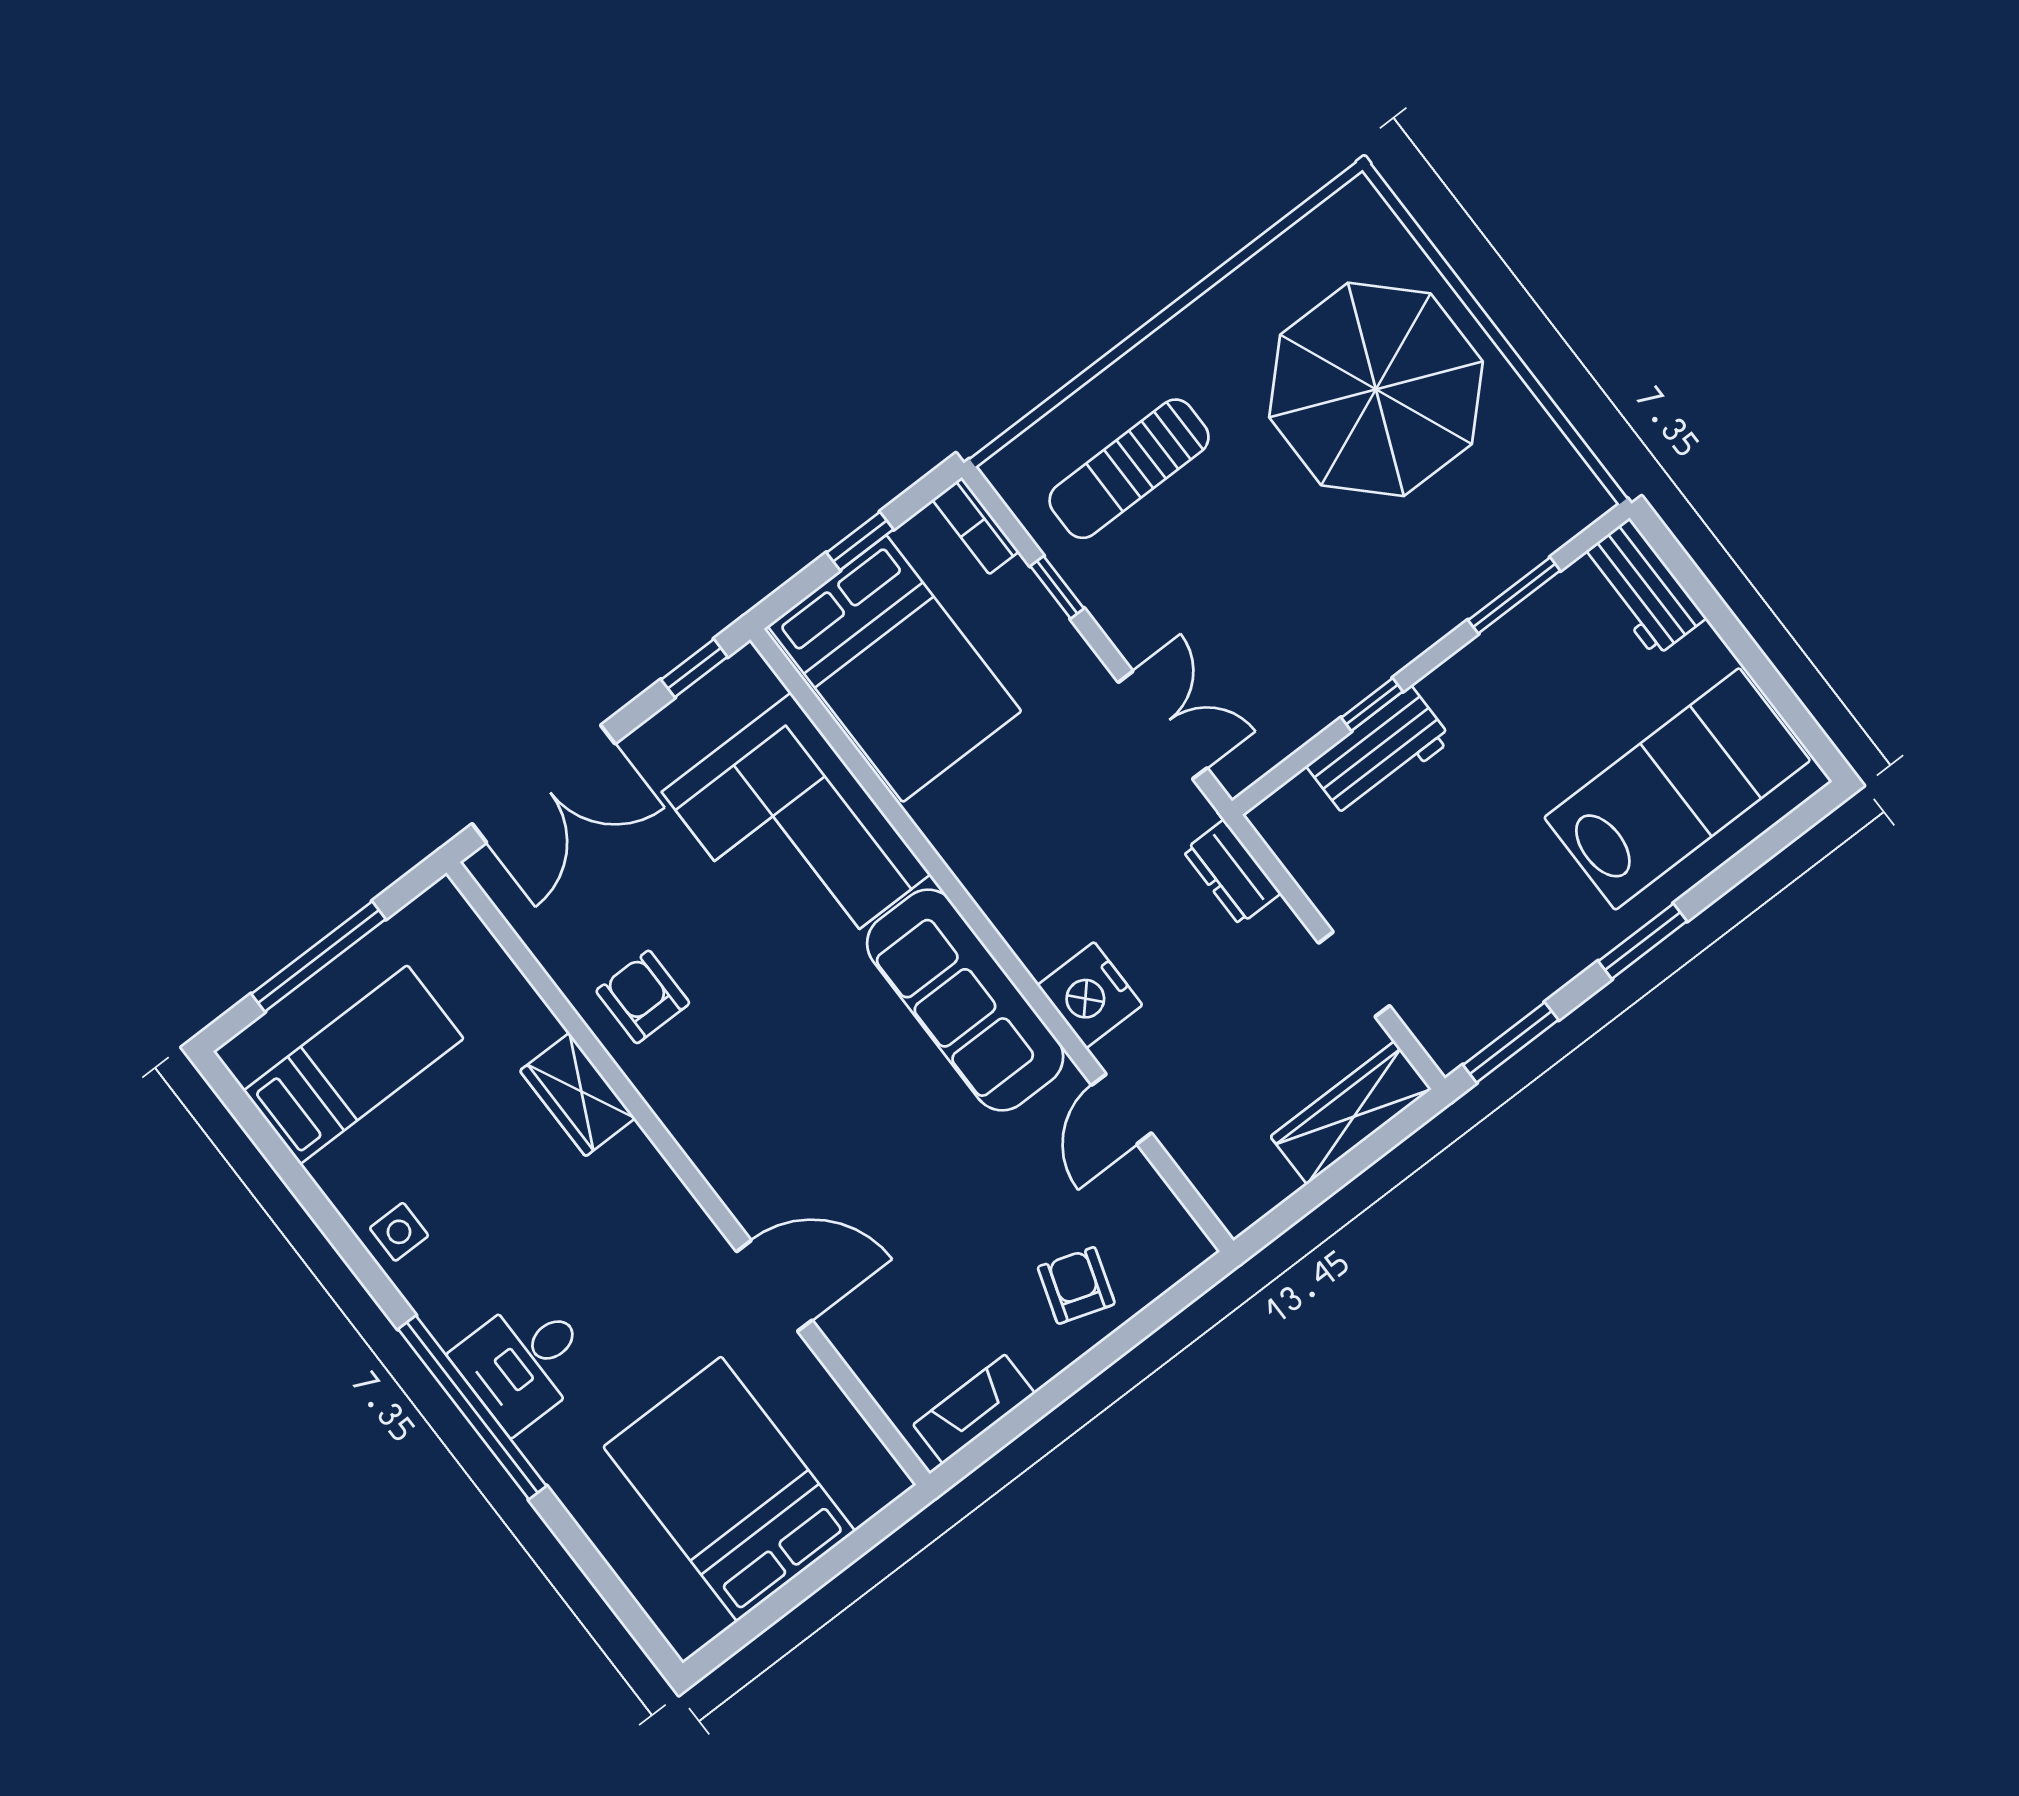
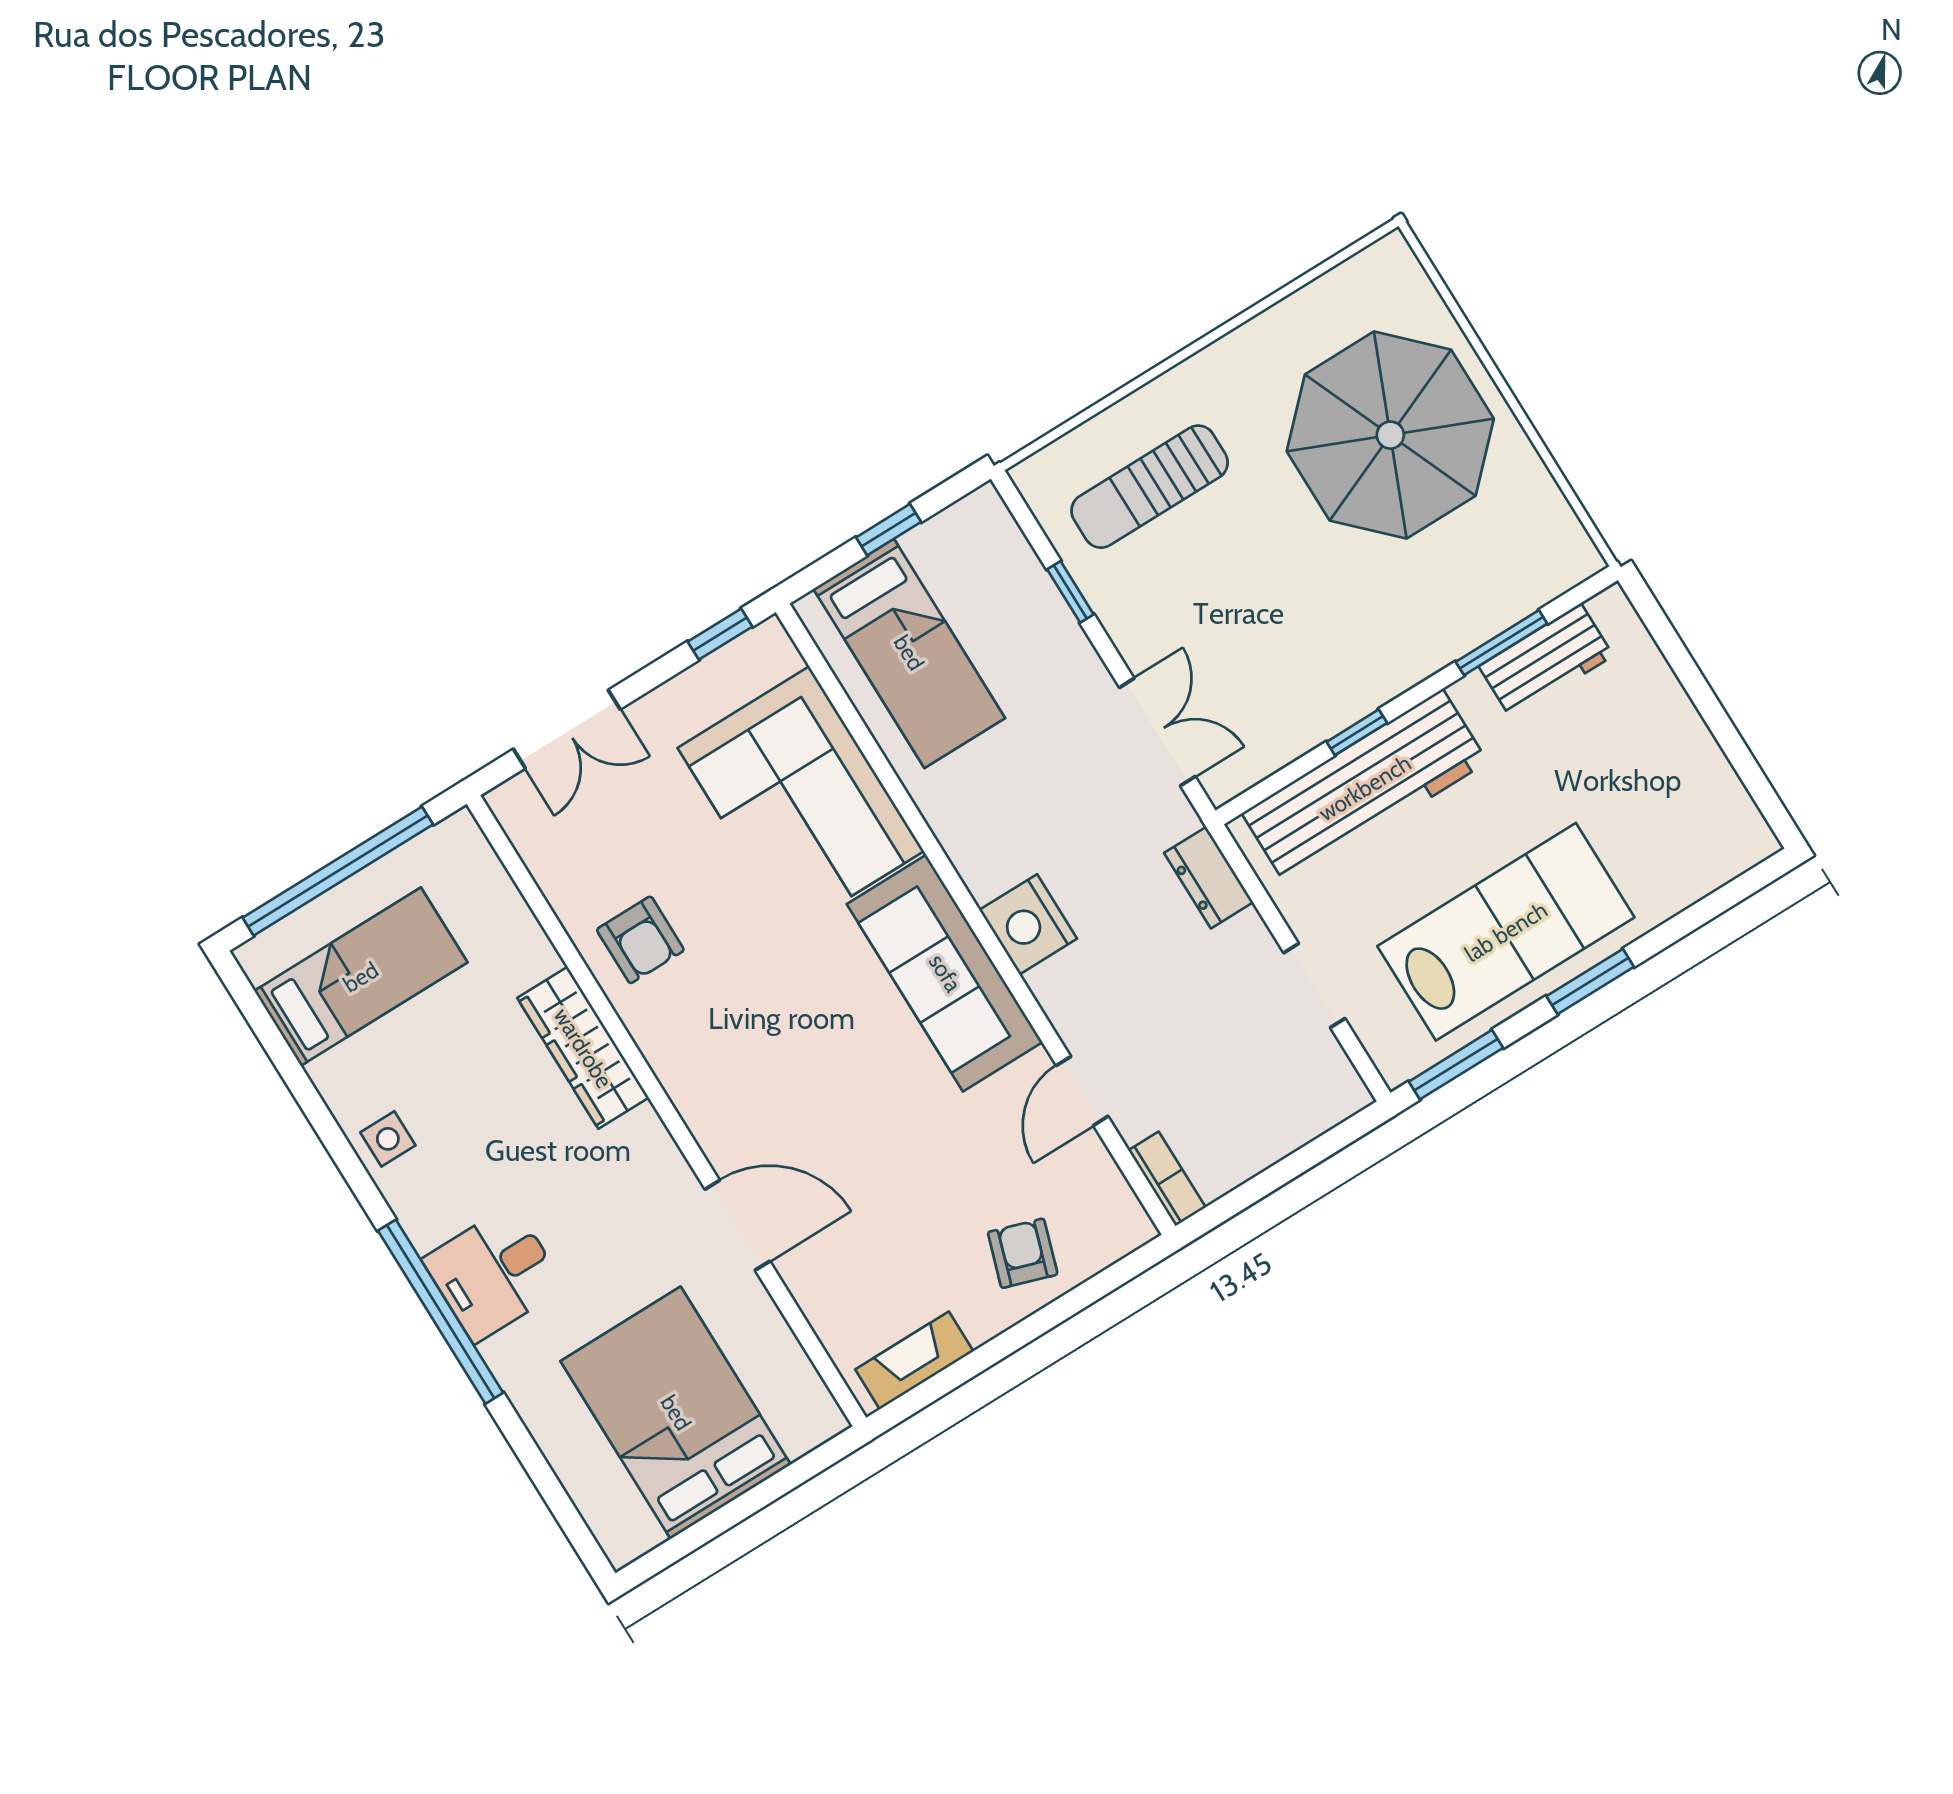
bookcase: (976, 526) -> (1167, 1179), moved, turned 180
workbench: (1642, 588) -> (1546, 661), moved, turned -90
bed: (895, 669) -> (909, 653), width x0.67
workbench: (1379, 753) -> (1365, 788), width x1.88, depth x1.32
double door: (544, 784) -> (567, 729), width x0.73
lab bench: (1677, 789) -> (1506, 932), moved
window: (319, 957) -> (338, 871), width x1.46
nightstand: (1090, 995) -> (1028, 924), moved
armchair: (643, 997) -> (640, 940), turned 180
wardrobe: (577, 1095) -> (583, 1048), width x1.50
wardrobe: (1351, 1113) -> (1298, 1116), removed

